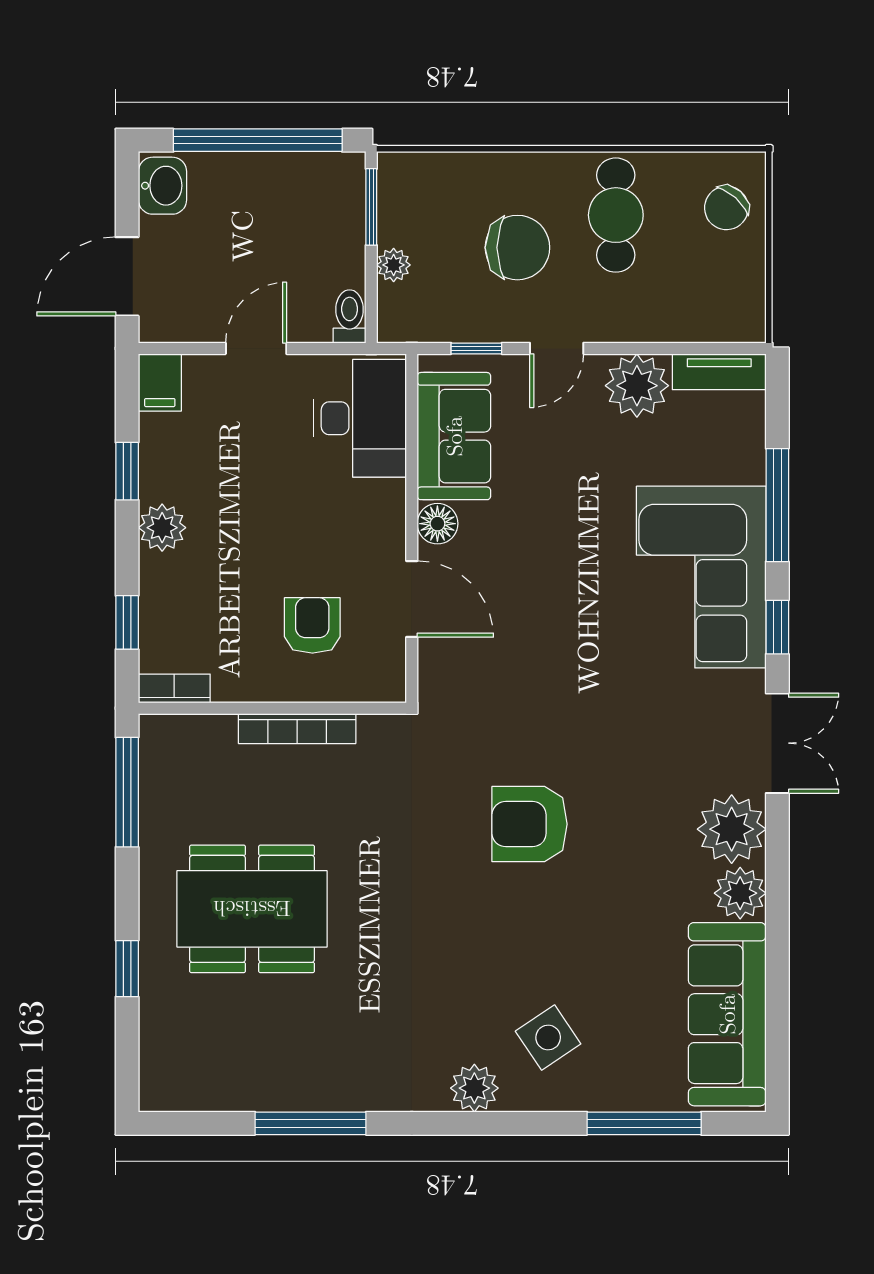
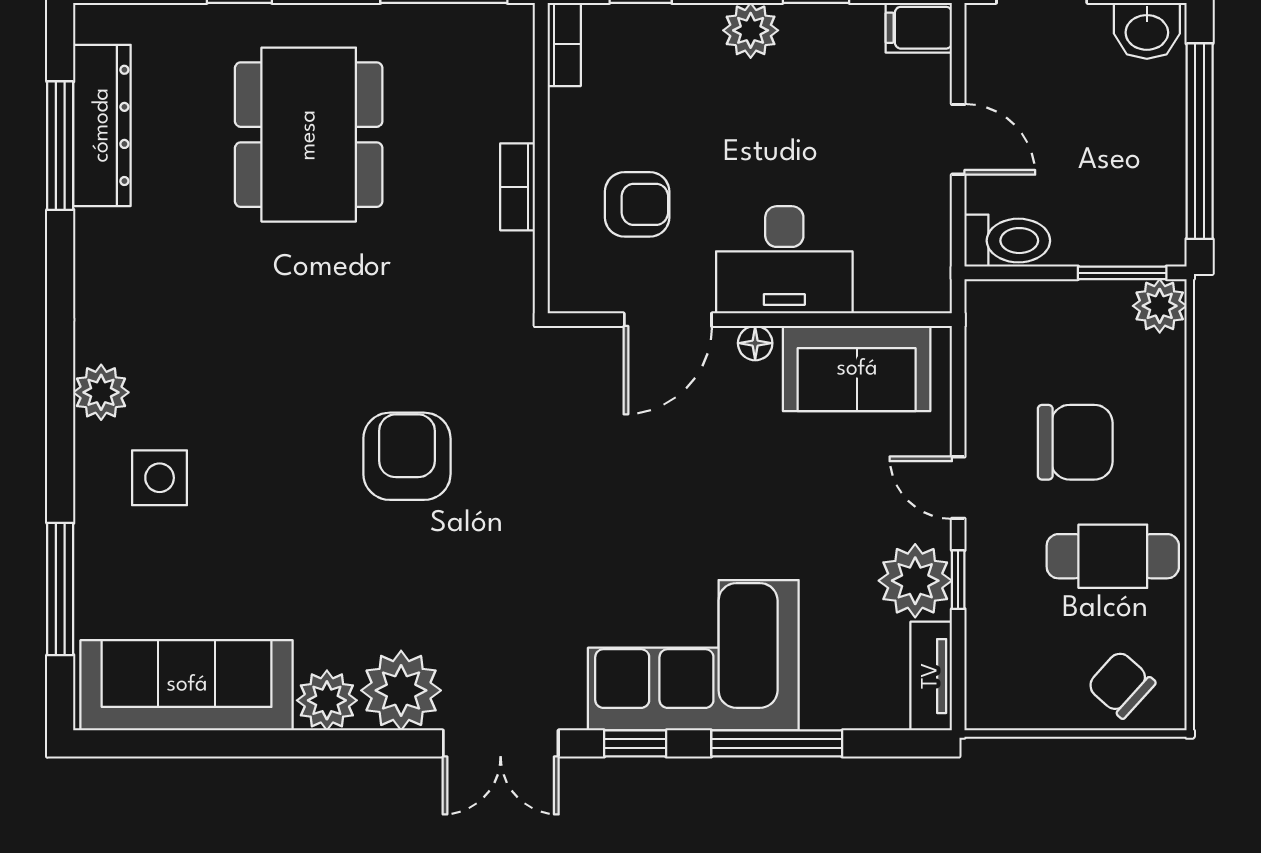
chair: (517, 248) -> (1075, 442), turned -90
plant: (394, 265) -> (1160, 306), moved, width x1.38, depth x1.38
toilet: (350, 316) -> (1007, 241), width x1.37, depth x1.39
window: (476, 348) -> (958, 580), moved
desk: (360, 418) -> (784, 260), moved
floor lamp: (437, 524) -> (755, 343), width x0.73, depth x0.73
bookcase: (297, 729) -> (518, 187), width x0.64
side table: (548, 1038) -> (160, 478), turned 34
dresser: (244, 1087) -> (102, 125), added
window: (310, 1123) -> (60, 146), moved

